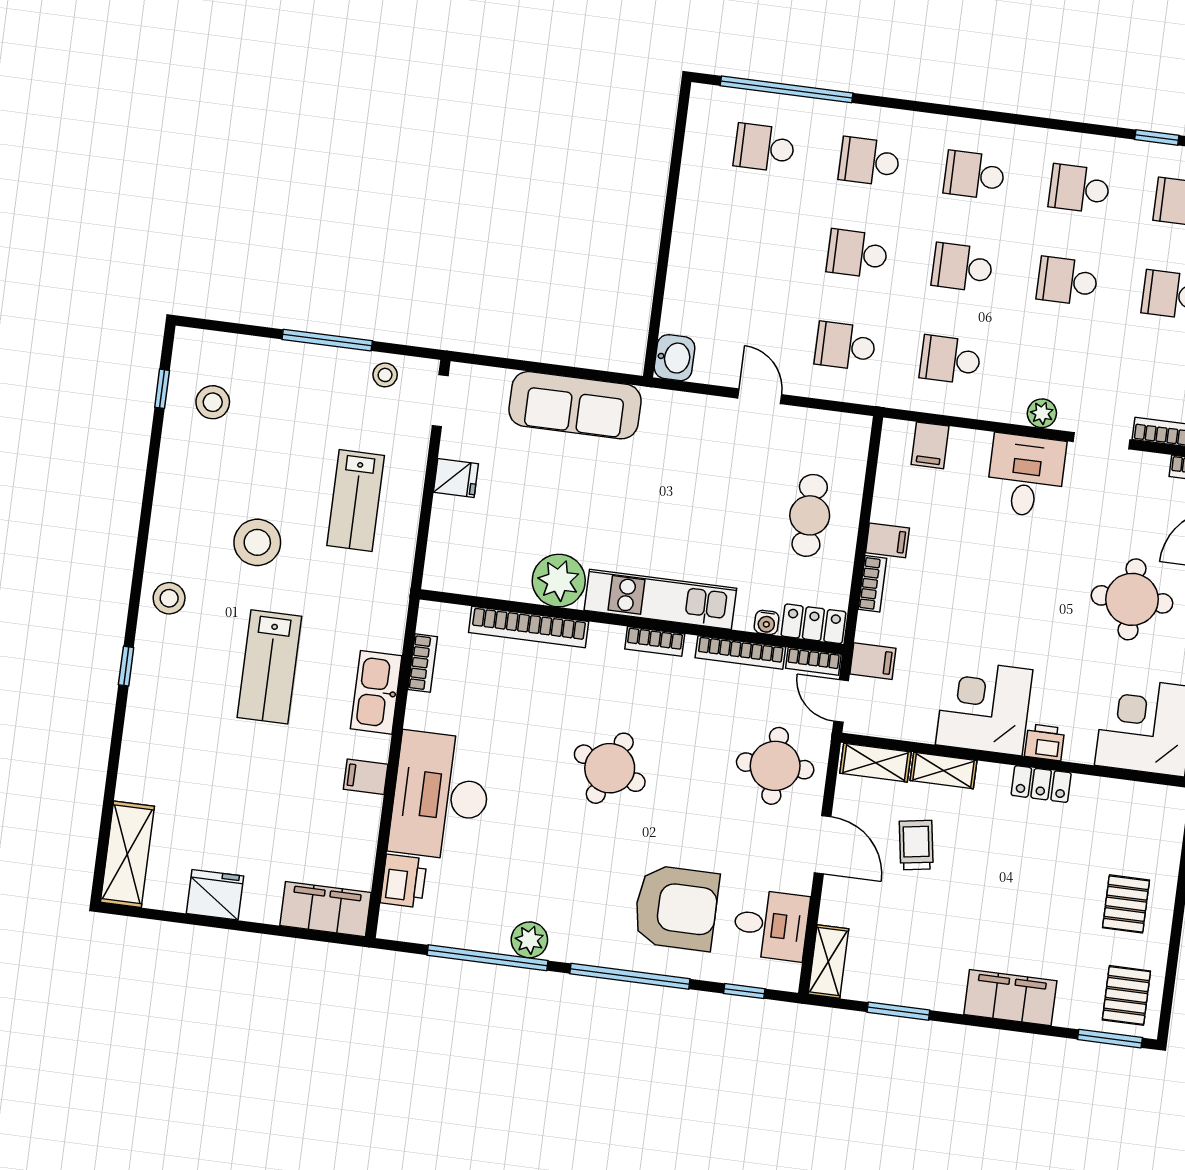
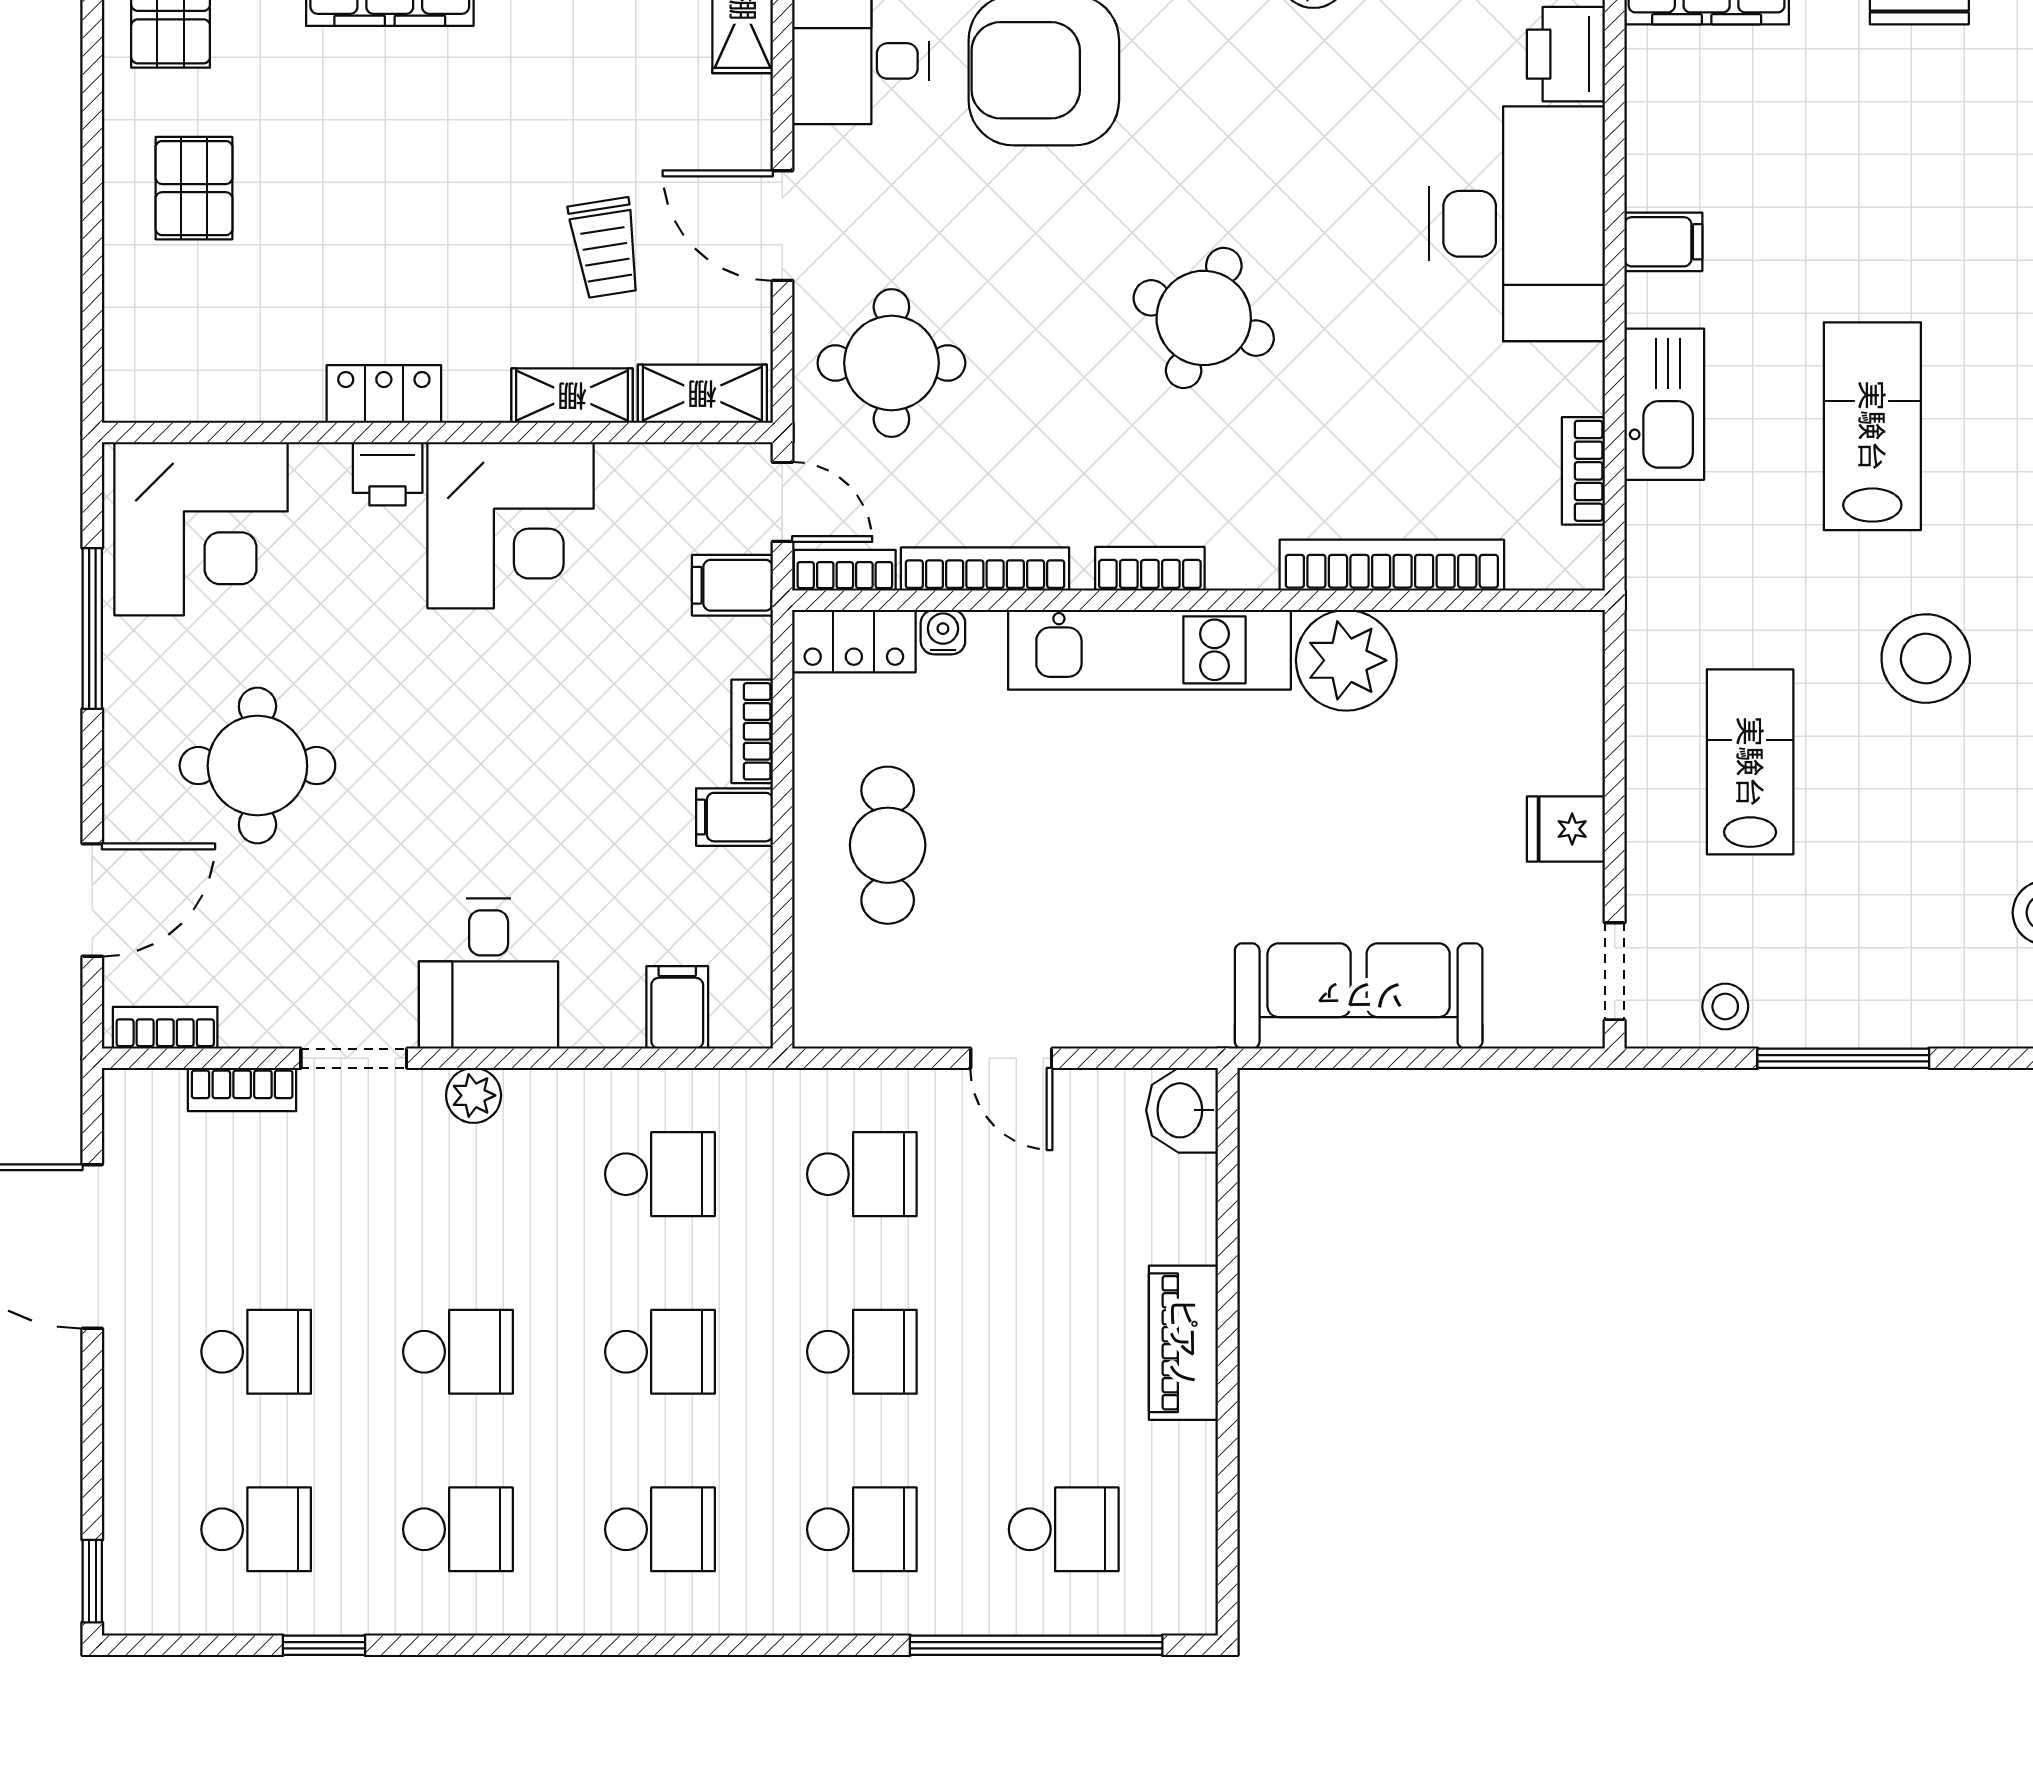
piano: (690, 237) -> (1183, 1343), added

